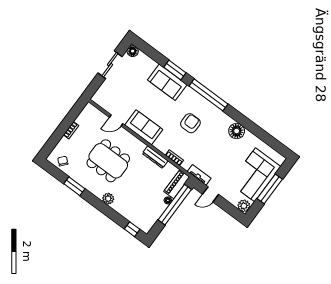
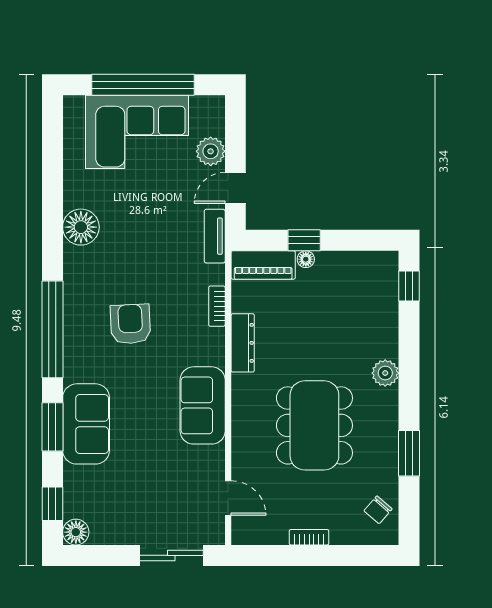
window: (148, 50) -> (52, 504), added
sliding door: (110, 65) -> (171, 555), moved
door: (116, 120) -> (228, 498), moved
armchair: (190, 123) -> (130, 324), turned 87
window: (270, 189) -> (143, 85), width x1.46
door: (210, 194) -> (235, 188), swing flipped
window: (175, 205) -> (304, 240), width x0.32
plant: (244, 206) -> (211, 151), moved

